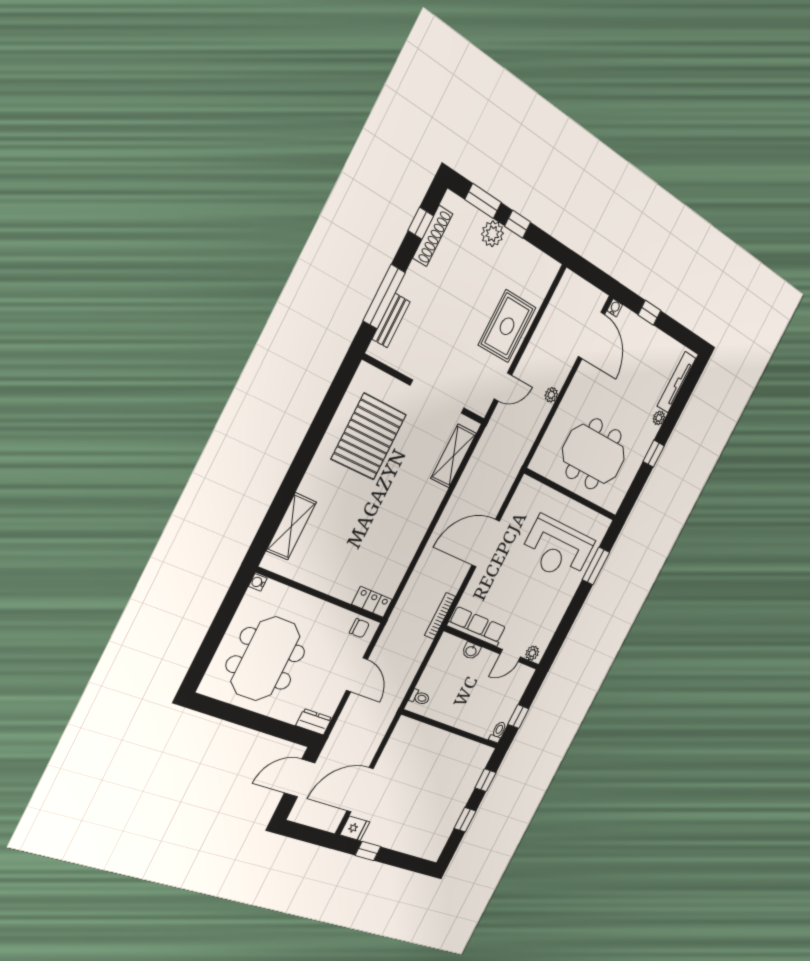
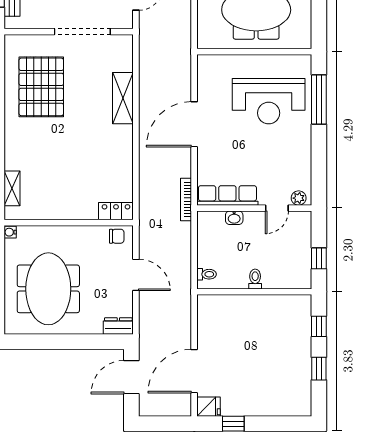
shelving: (454, 456) -> (123, 98), moved
shelving: (291, 526) -> (12, 188), width x0.67, depth x0.75
window: (596, 566) -> (319, 99), width x1.44
toilet: (498, 732) -> (255, 279), moved

